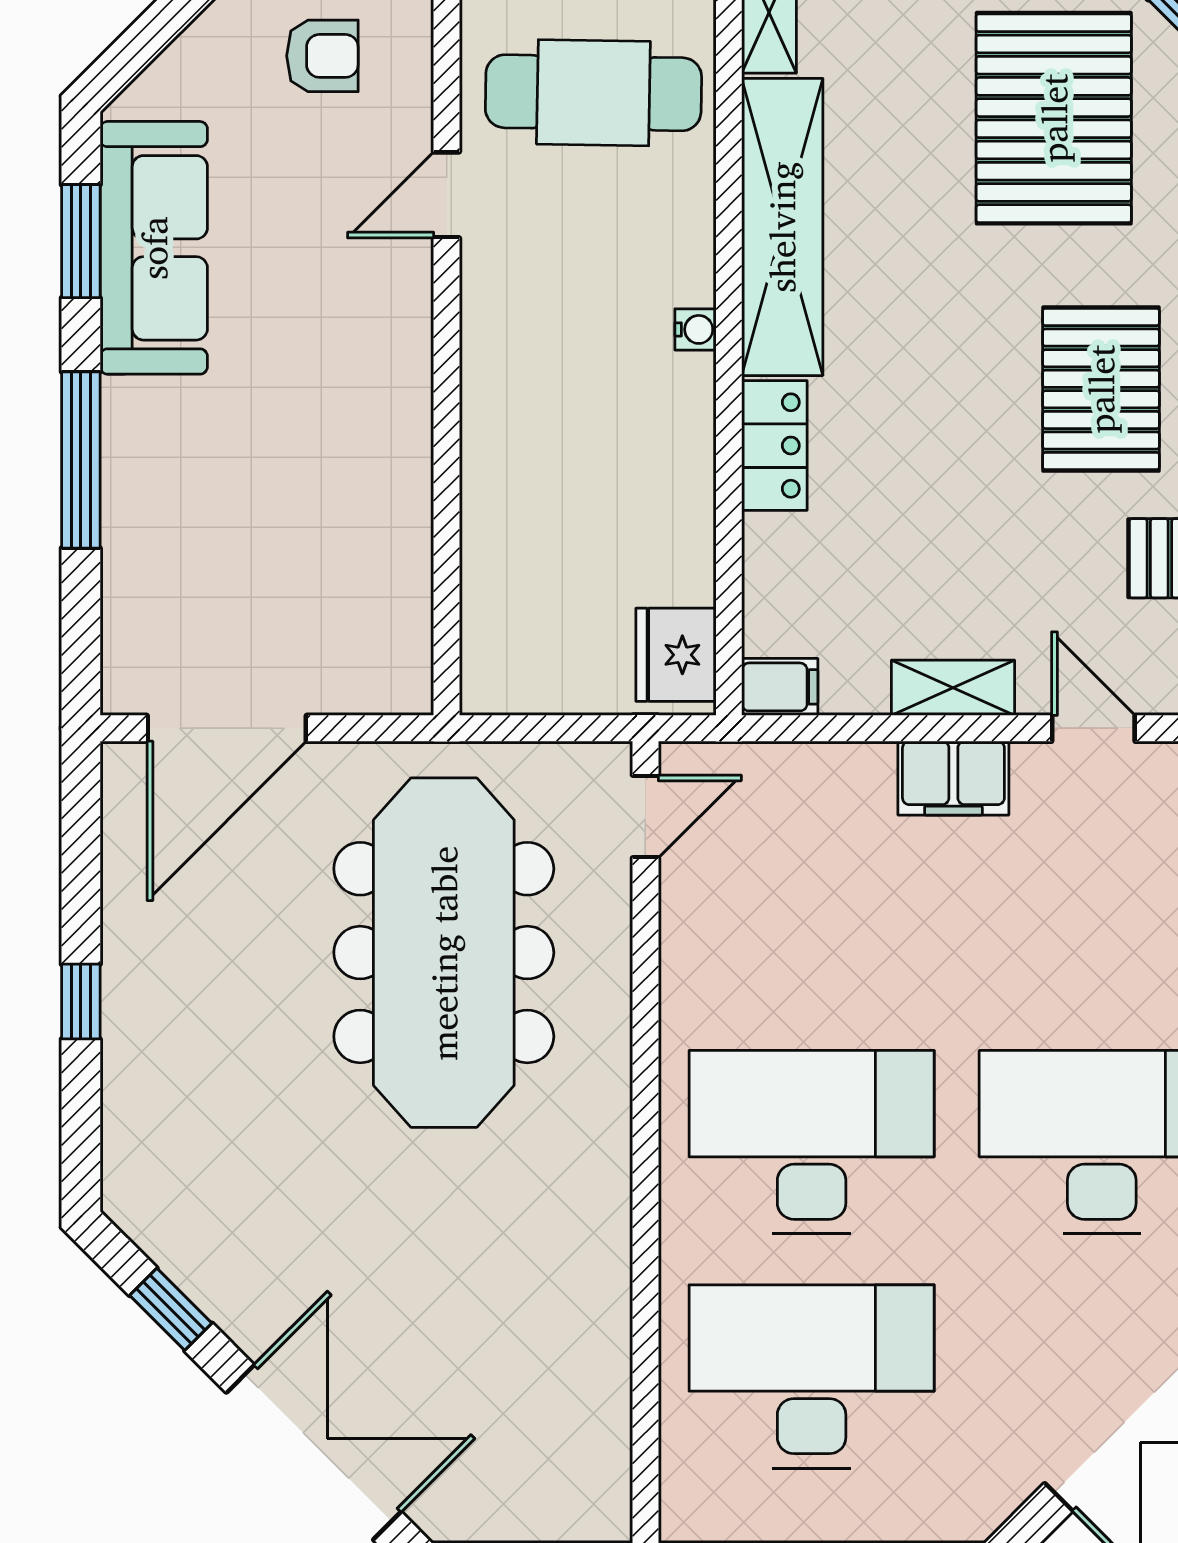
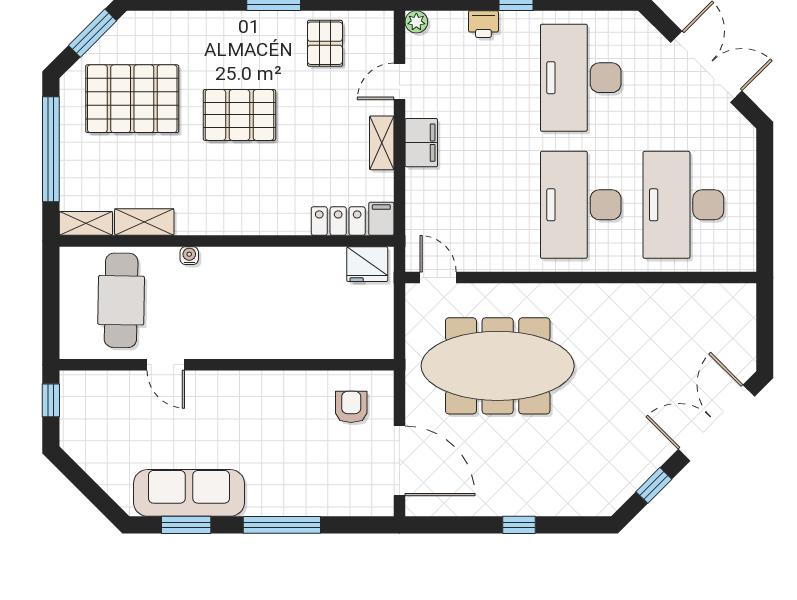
armchair: (322, 56) -> (351, 407), moved
shelving: (782, 227) -> (144, 222), width x0.45, depth x0.75
water cooler: (695, 329) -> (189, 256), moved
pallet: (1101, 389) -> (239, 115), moved
locker: (774, 446) -> (338, 221), moved

